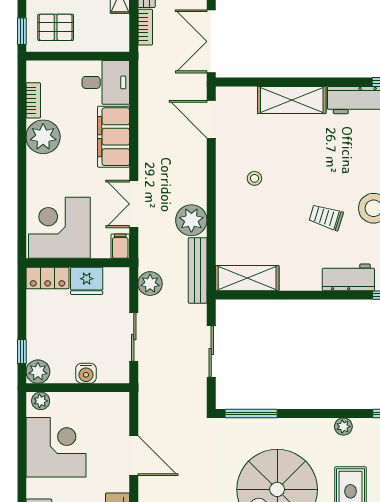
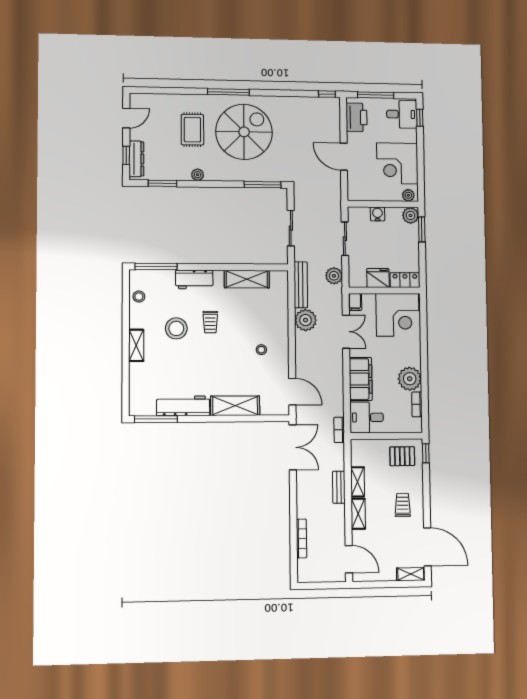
bookcase: (145, 27) -> (339, 430), moved
trolley: (326, 217) -> (210, 322), turned 73
shelving: (247, 278) -> (247, 279), moved
window: (22, 351) -> (422, 229), width x1.50

